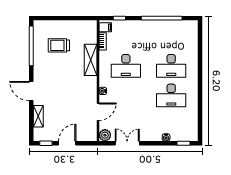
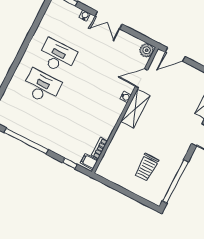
trolley: (59, 45) -> (147, 167), turned 90
shelving: (91, 60) -> (135, 109), moved
desk: (126, 66) -> (88, 111), removed
door: (67, 143) -> (175, 55), moved
double door: (127, 143) -> (109, 20), moved

